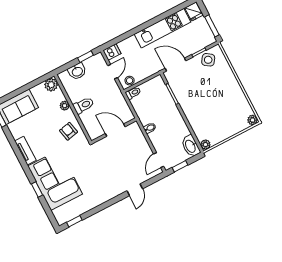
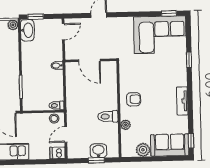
window: (86, 57) -> (96, 160), moved
plant: (51, 85) -> (143, 150), moved
door: (115, 130) -> (89, 60), moved
armchair: (69, 131) -> (134, 99), turned -78
wall: (114, 131) -> (91, 60), moved
window: (180, 166) -> (36, 17), moved
corner sofa: (55, 180) -> (160, 35), moved, turned -90

